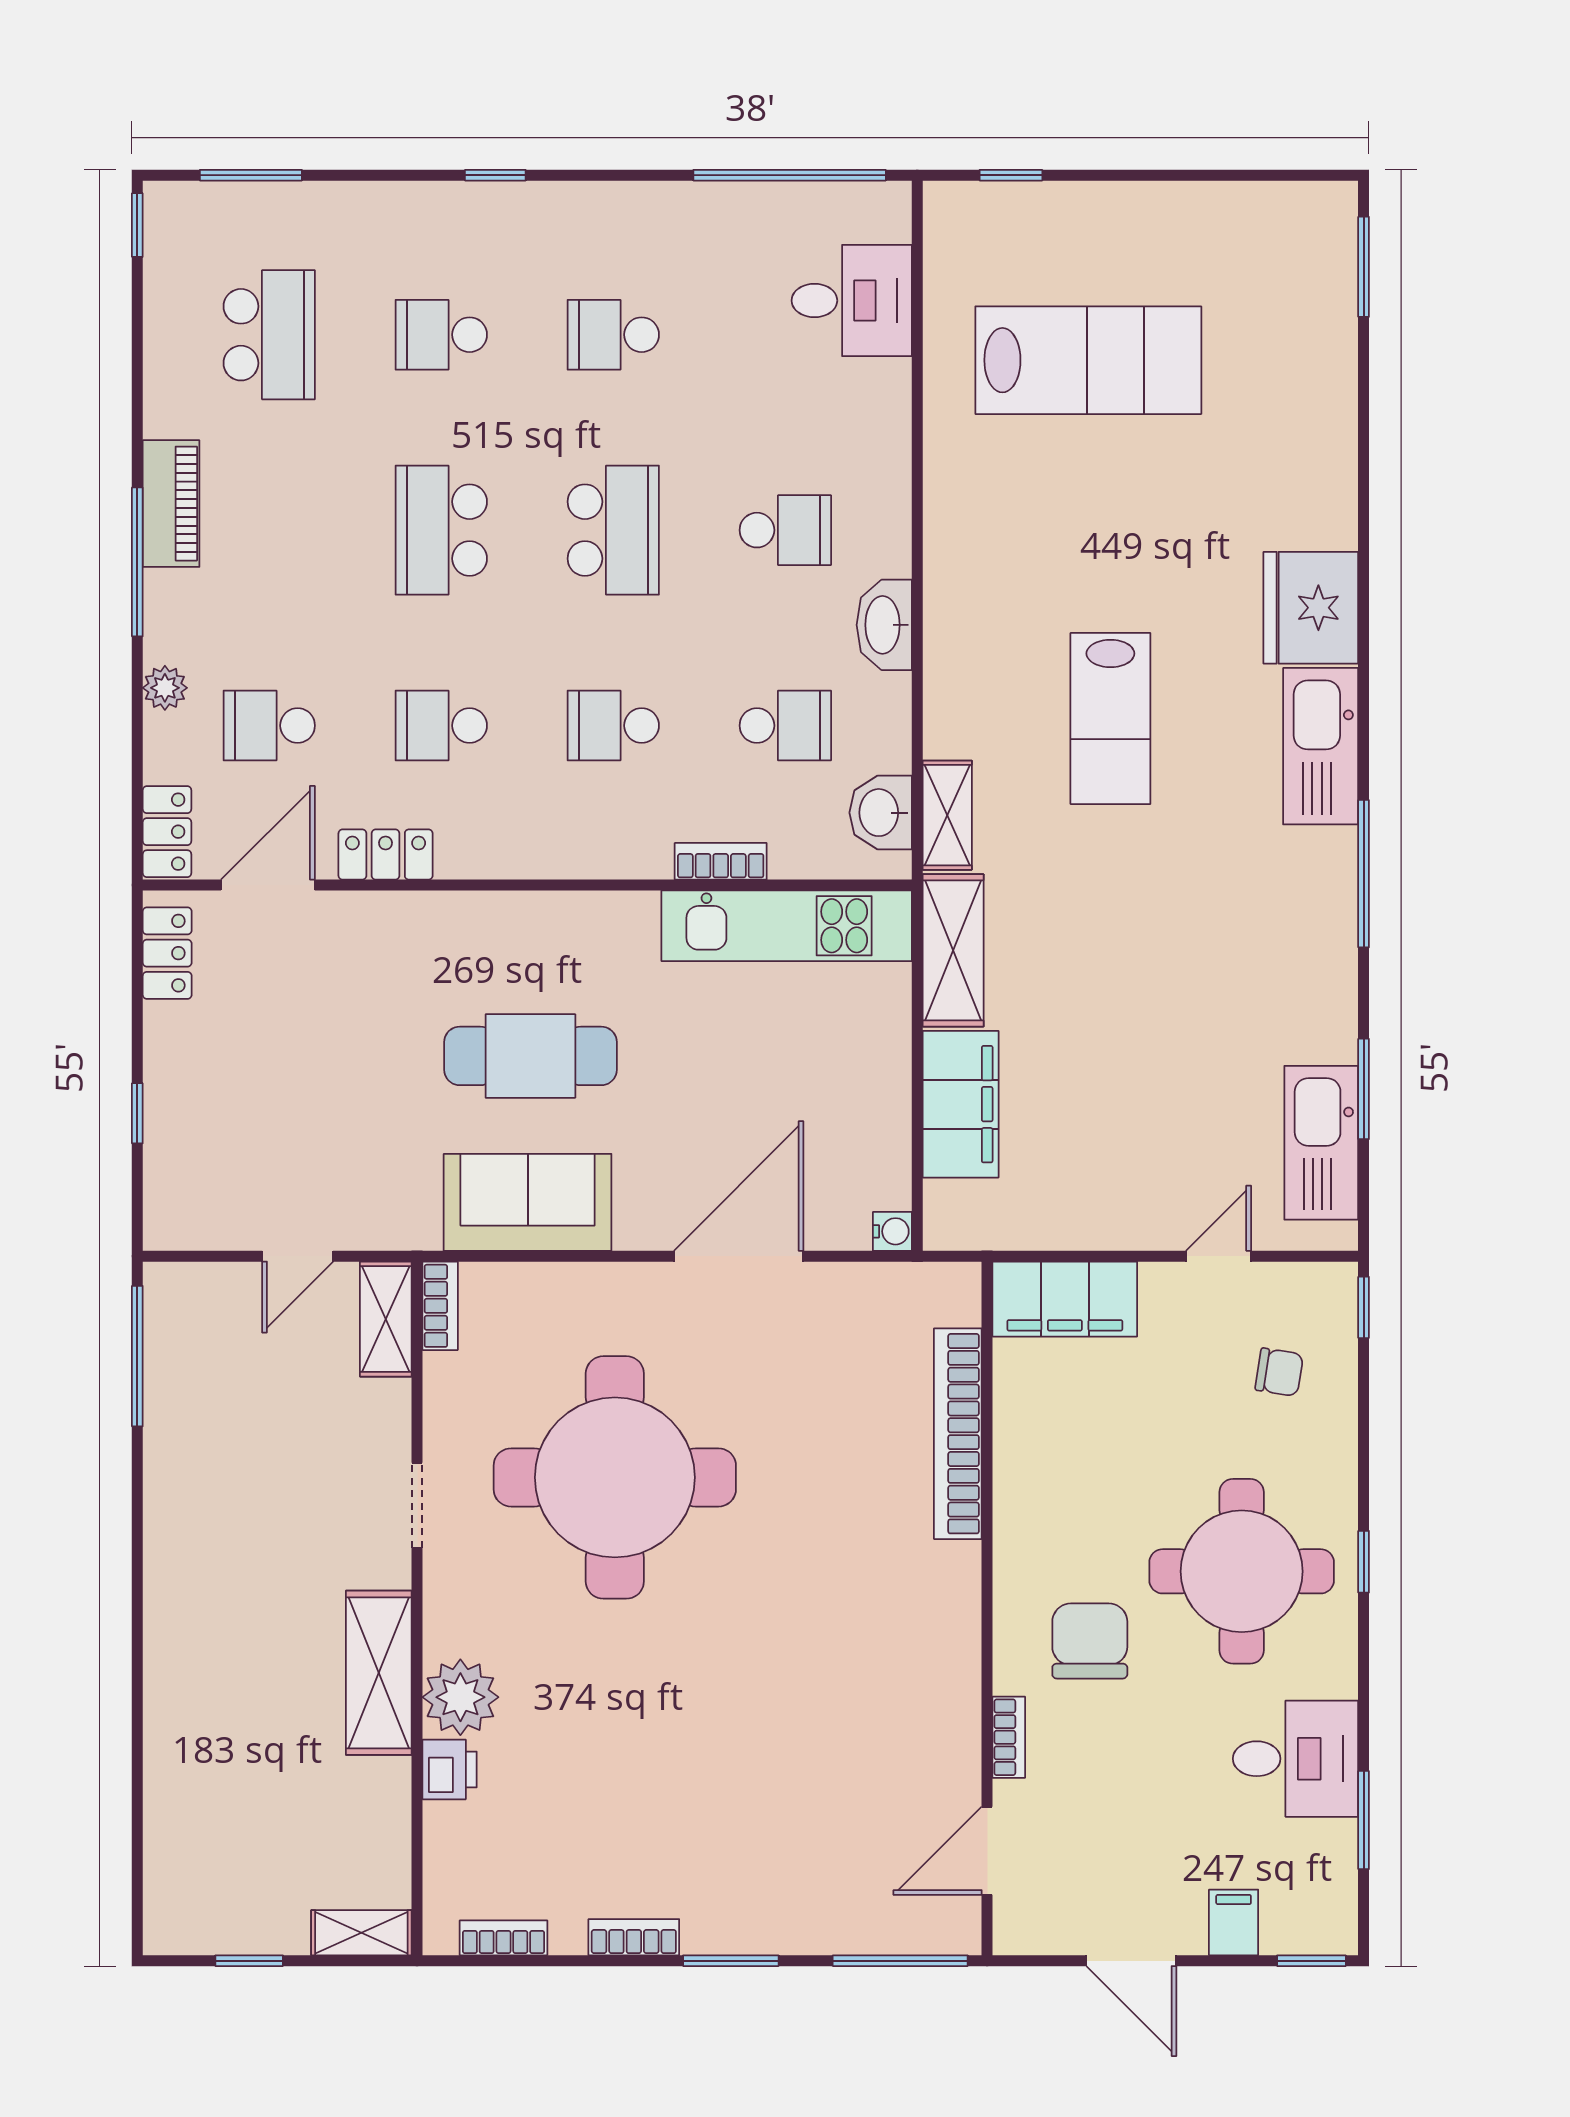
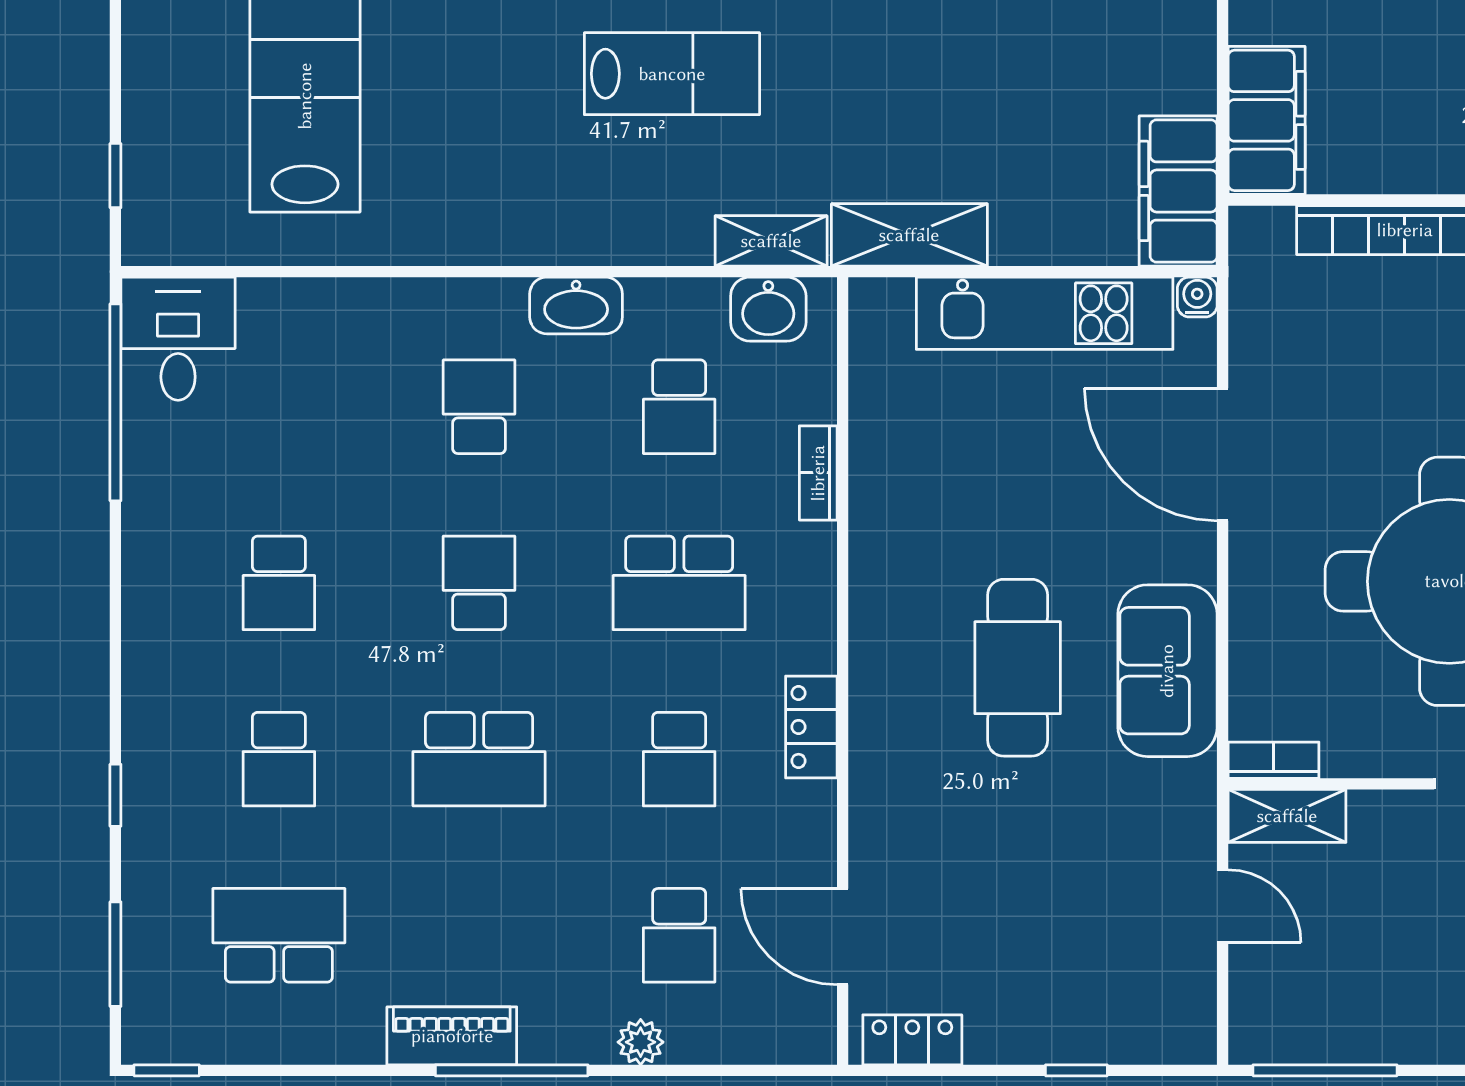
window: (495, 175) -> (115, 795), moved
desk: (852, 301) -> (178, 339), moved
school desk: (613, 530) -> (479, 583), width x0.54
school desk: (613, 726) -> (679, 583), width x1.85
school desk: (785, 726) -> (679, 407), turned 180
locker: (167, 832) -> (788, 1040), removed
locker: (386, 855) -> (811, 727), moved
kitchen unit: (787, 926) -> (1045, 313), moved, turned 90
filing cabinet: (961, 1104) -> (1178, 191), moved, turned -90

